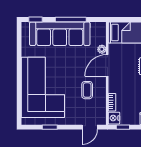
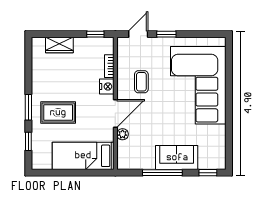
sofa: (60, 34) -> (177, 158), width x0.54, depth x0.79
nightstand: (114, 118) -> (107, 87), moved
window: (50, 127) -> (166, 34), moved

